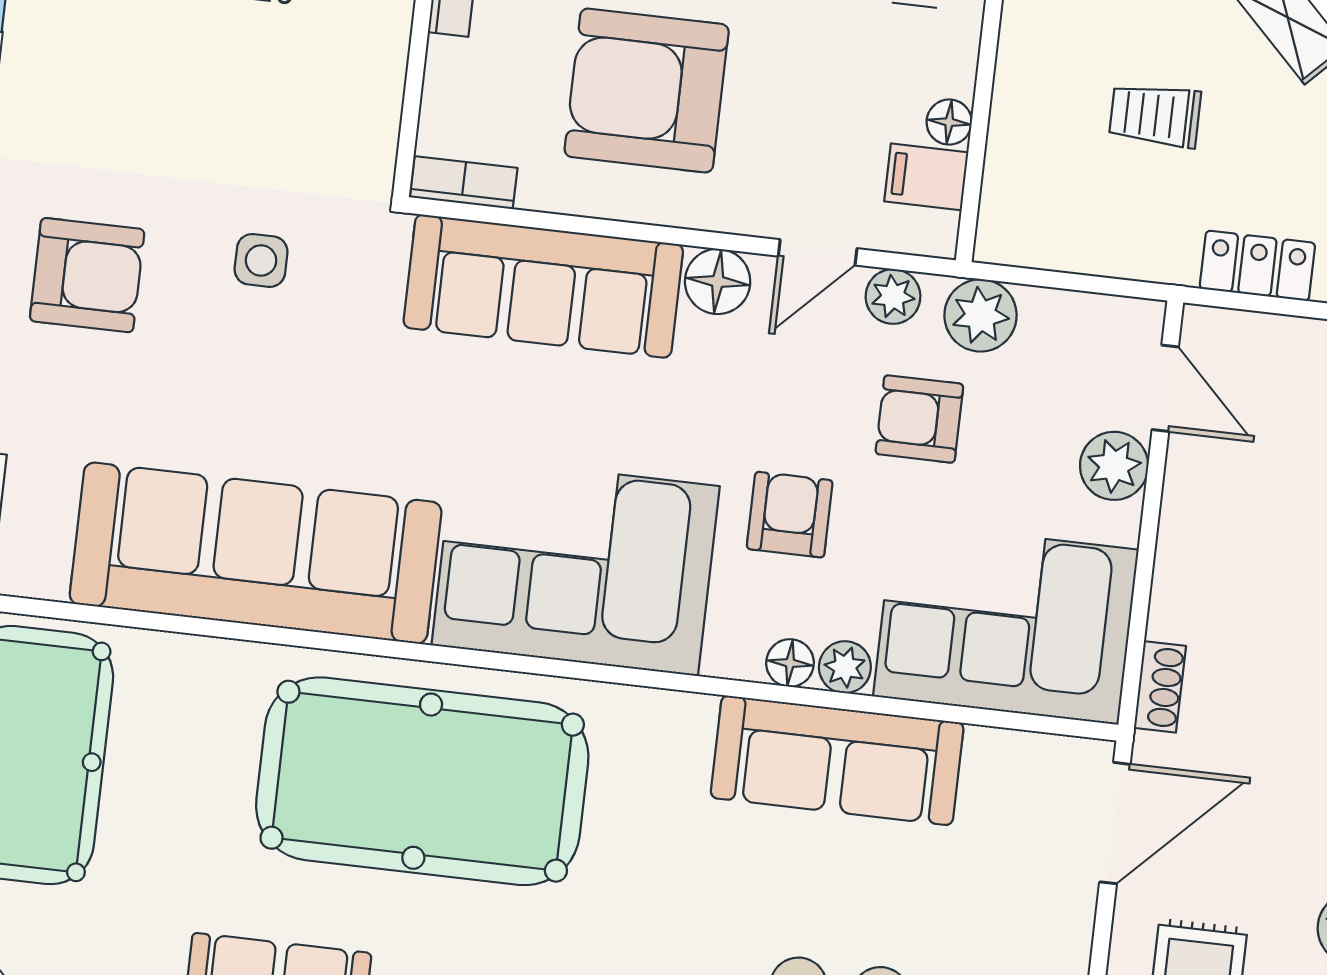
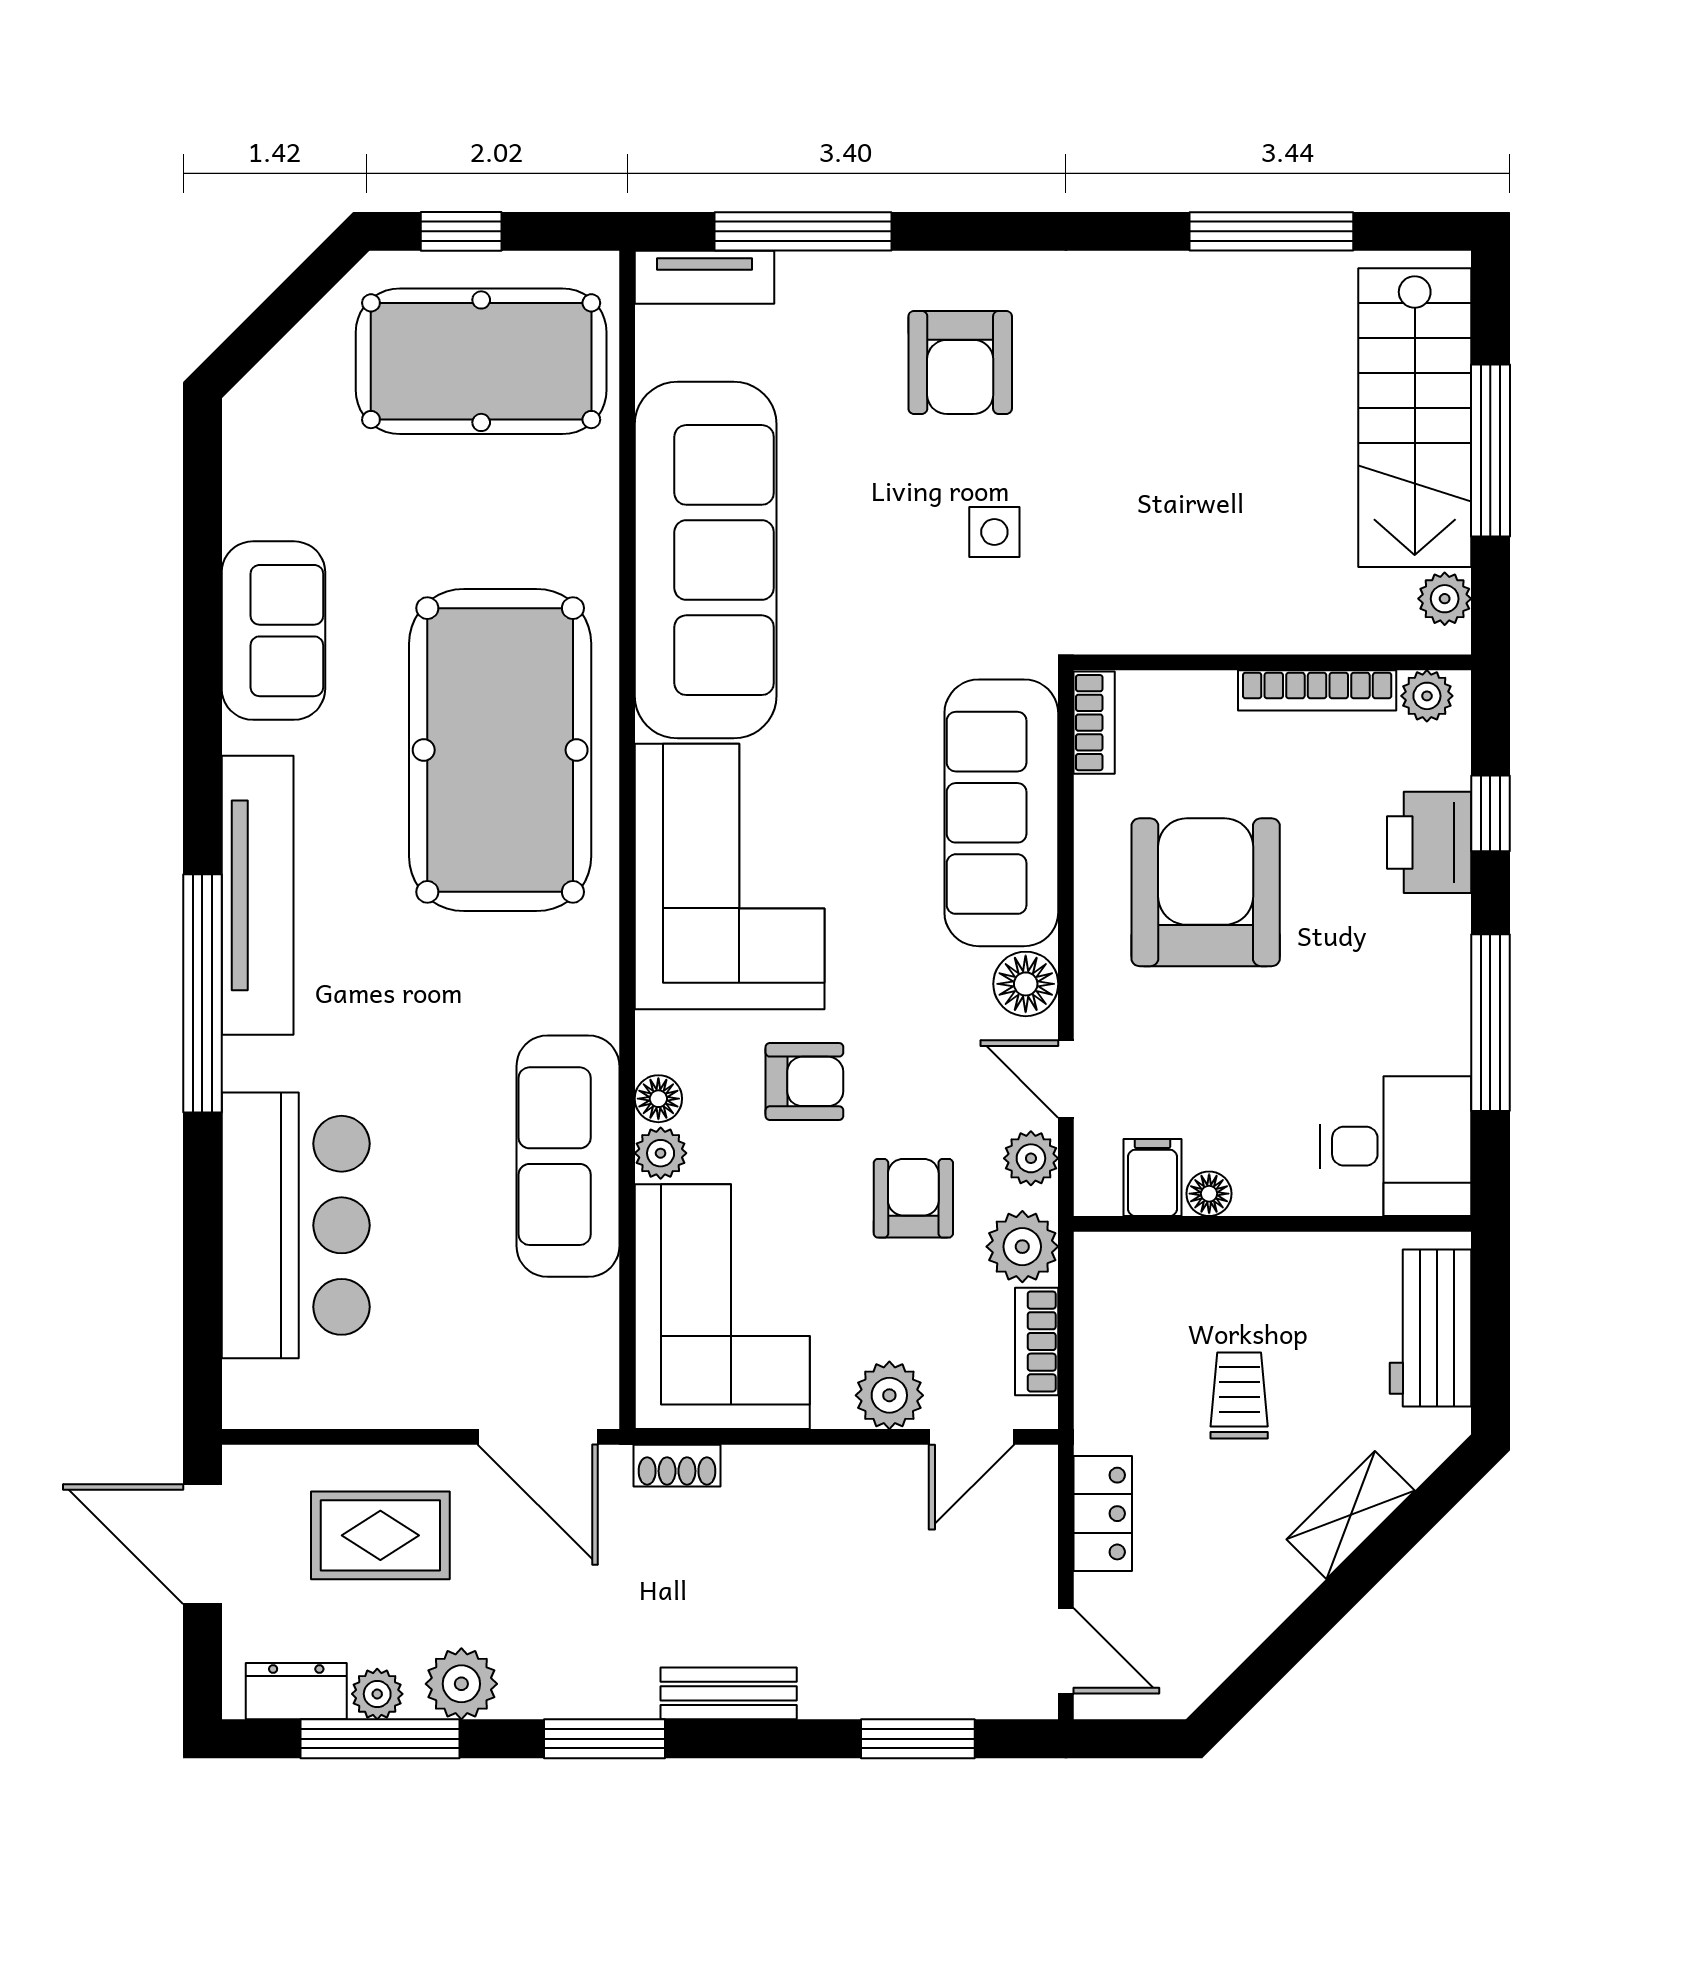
bookcase: (1077, 312) -> (1037, 1341), added

